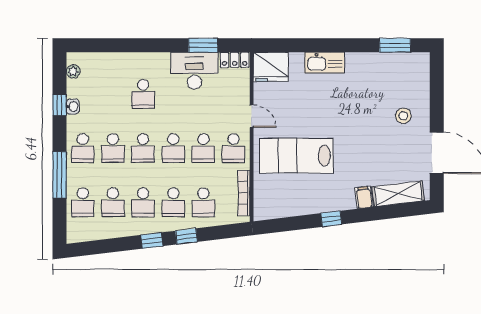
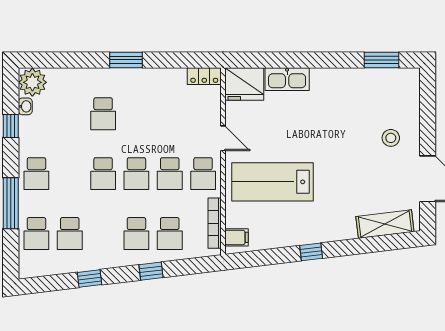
window: (203, 45) -> (126, 60), moved
kitchen sink: (325, 63) -> (287, 79), moved
plant: (73, 71) -> (32, 82), width x1.88, depth x1.88
desk: (194, 71) -> (160, 88), removed
washbasin: (73, 107) -> (25, 106), moved
school desk: (113, 148) -> (70, 174), removed
filing cabinet: (364, 197) -> (237, 237), moved, turned 97
school desk: (143, 202) -> (103, 234), removed
window: (152, 241) -> (90, 279), moved

